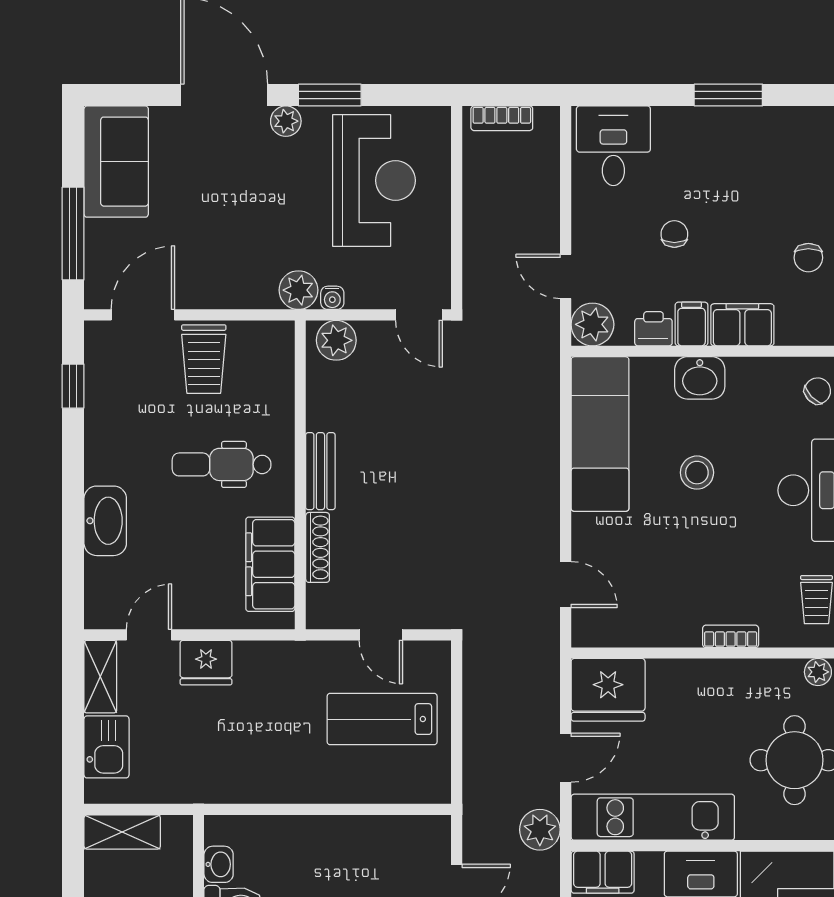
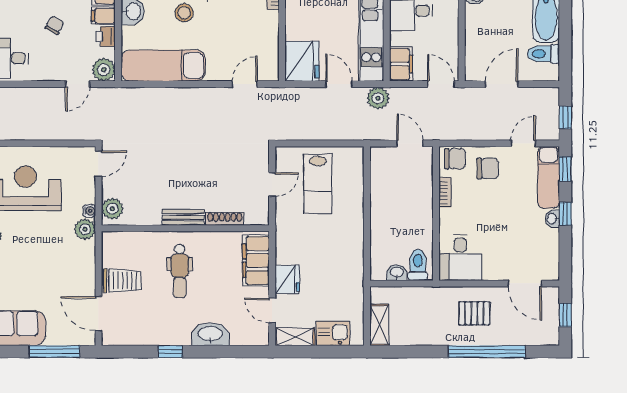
chair: (674, 234) -> (55, 25), turned 117
window: (73, 386) -> (170, 352), moved
filing cabinet: (270, 564) -> (256, 261), moved, turned 90

